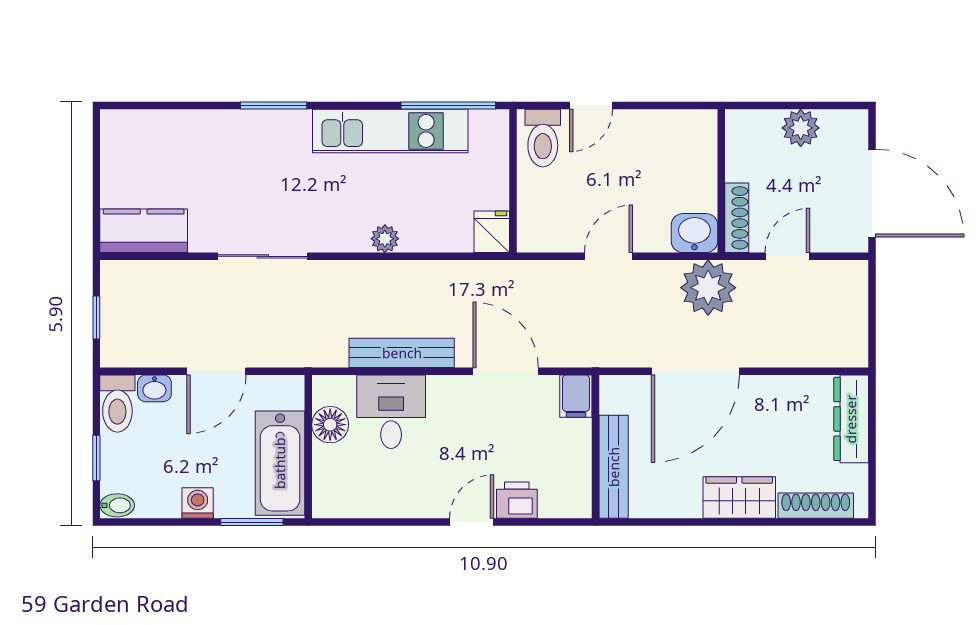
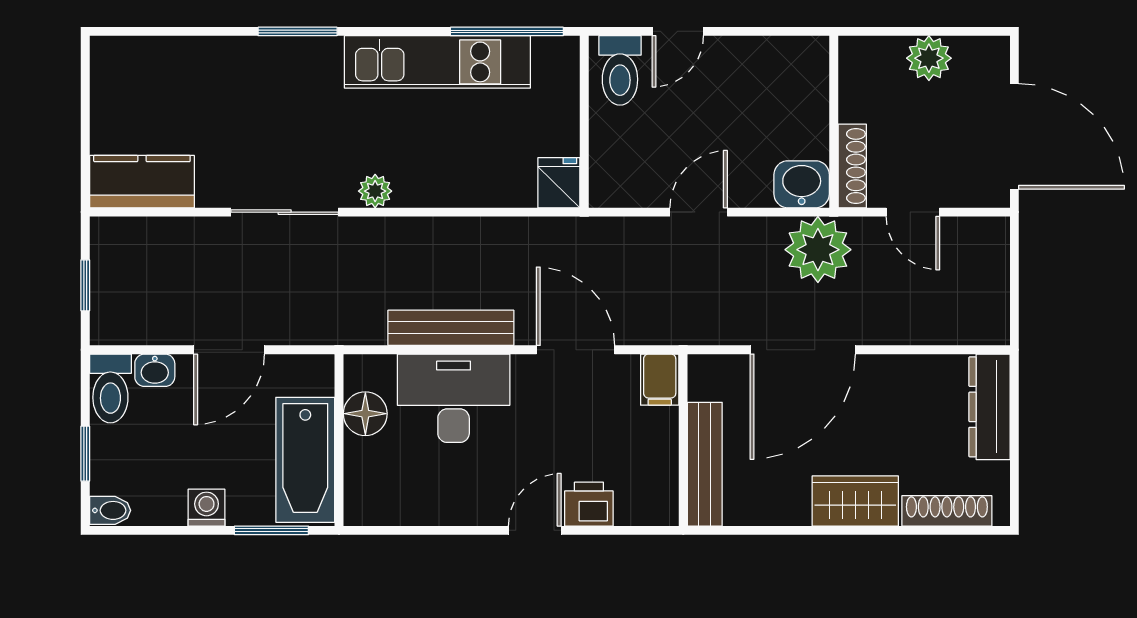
plant: (385, 239) -> (375, 191), moved
door: (787, 256) -> (913, 212), swing flipped
desk: (391, 412) -> (454, 398), width x1.37

